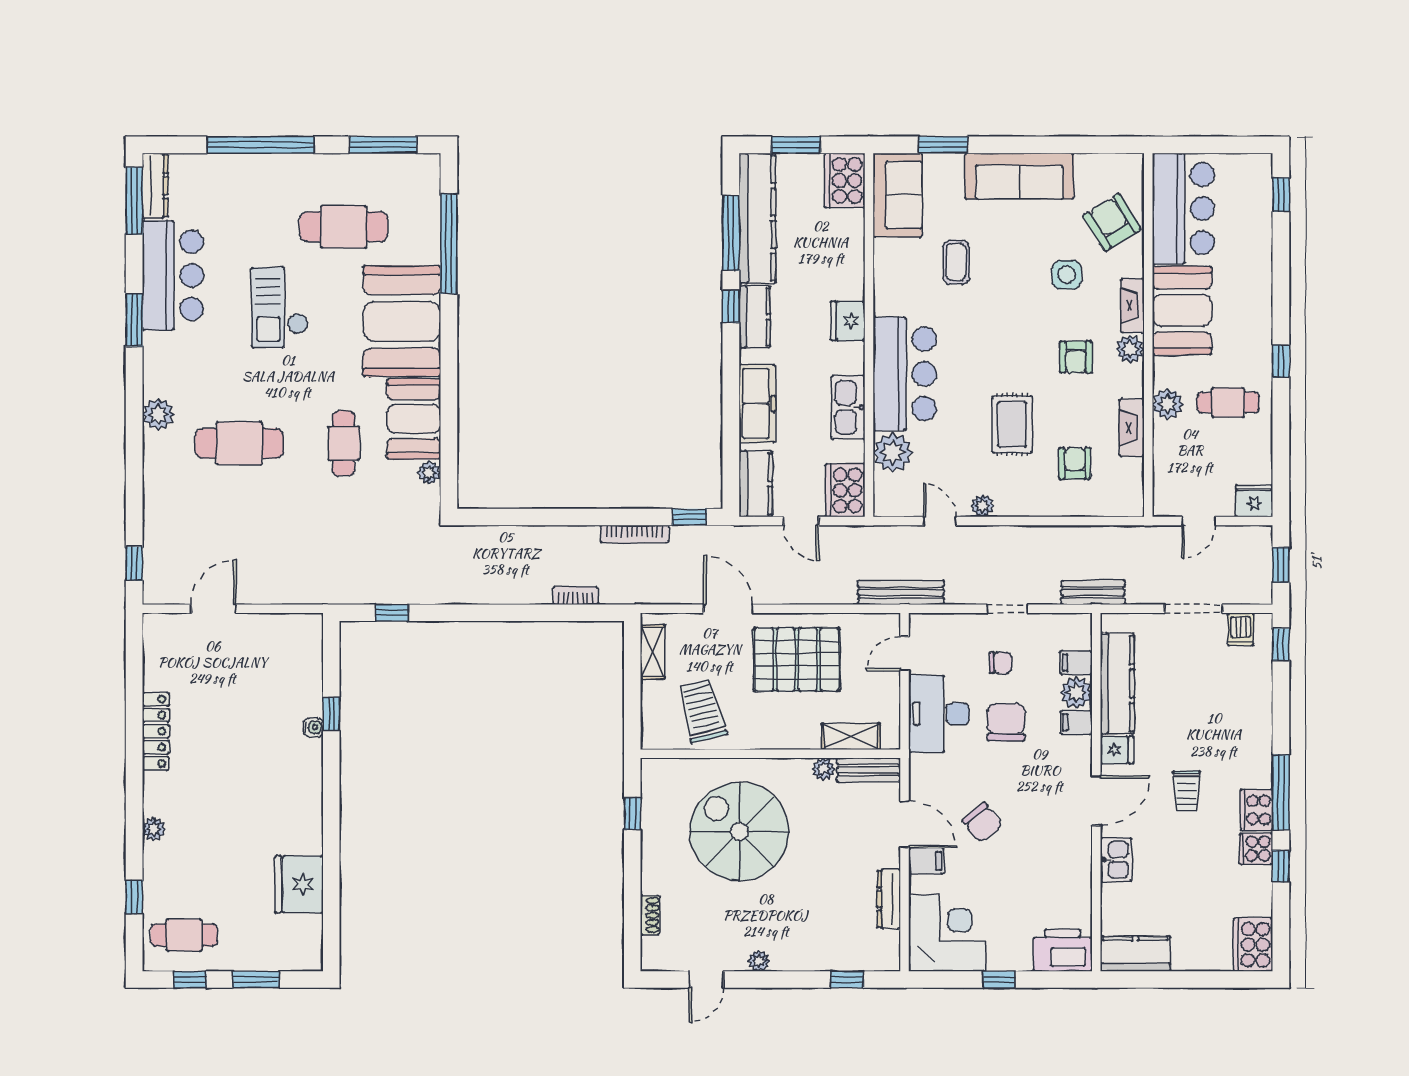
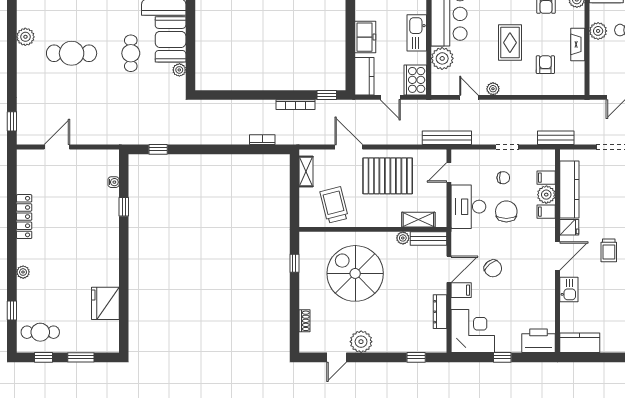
freezer: (757, 404) -> (365, 37), width x0.71
water cooler: (313, 727) -> (114, 182), moved
door: (905, 824) -> (449, 269), hinge flipped
plant: (759, 961) -> (361, 342), width x1.88, depth x1.88

